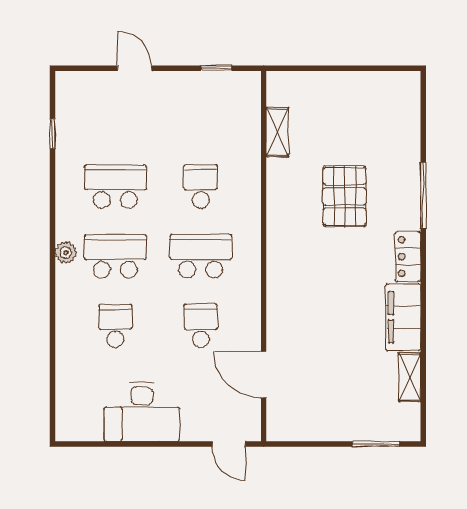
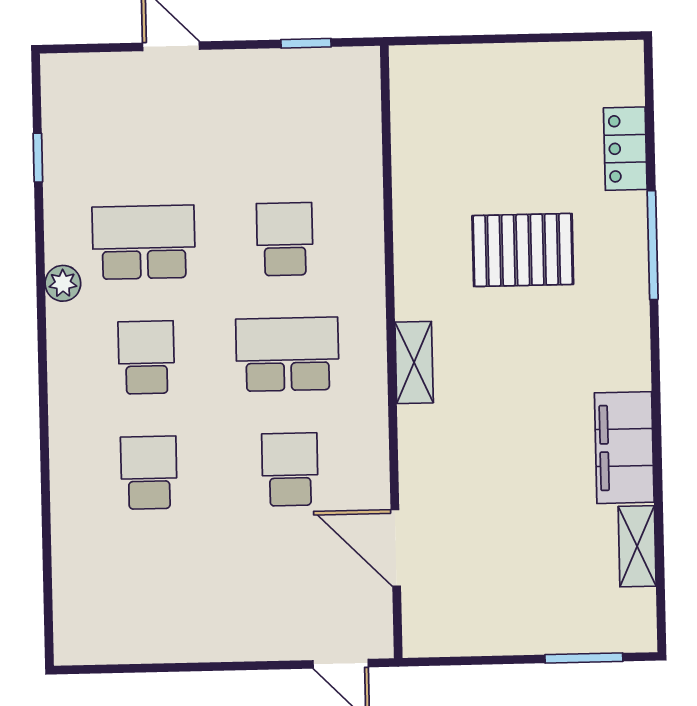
shelving: (277, 132) -> (414, 362), moved
pallet: (345, 196) -> (523, 250), turned 90
plant: (66, 253) -> (63, 283), moved
school desk: (115, 256) -> (146, 357), width x0.54
locker: (408, 257) -> (625, 149), moved
desk: (142, 412) -> (196, 614), removed

